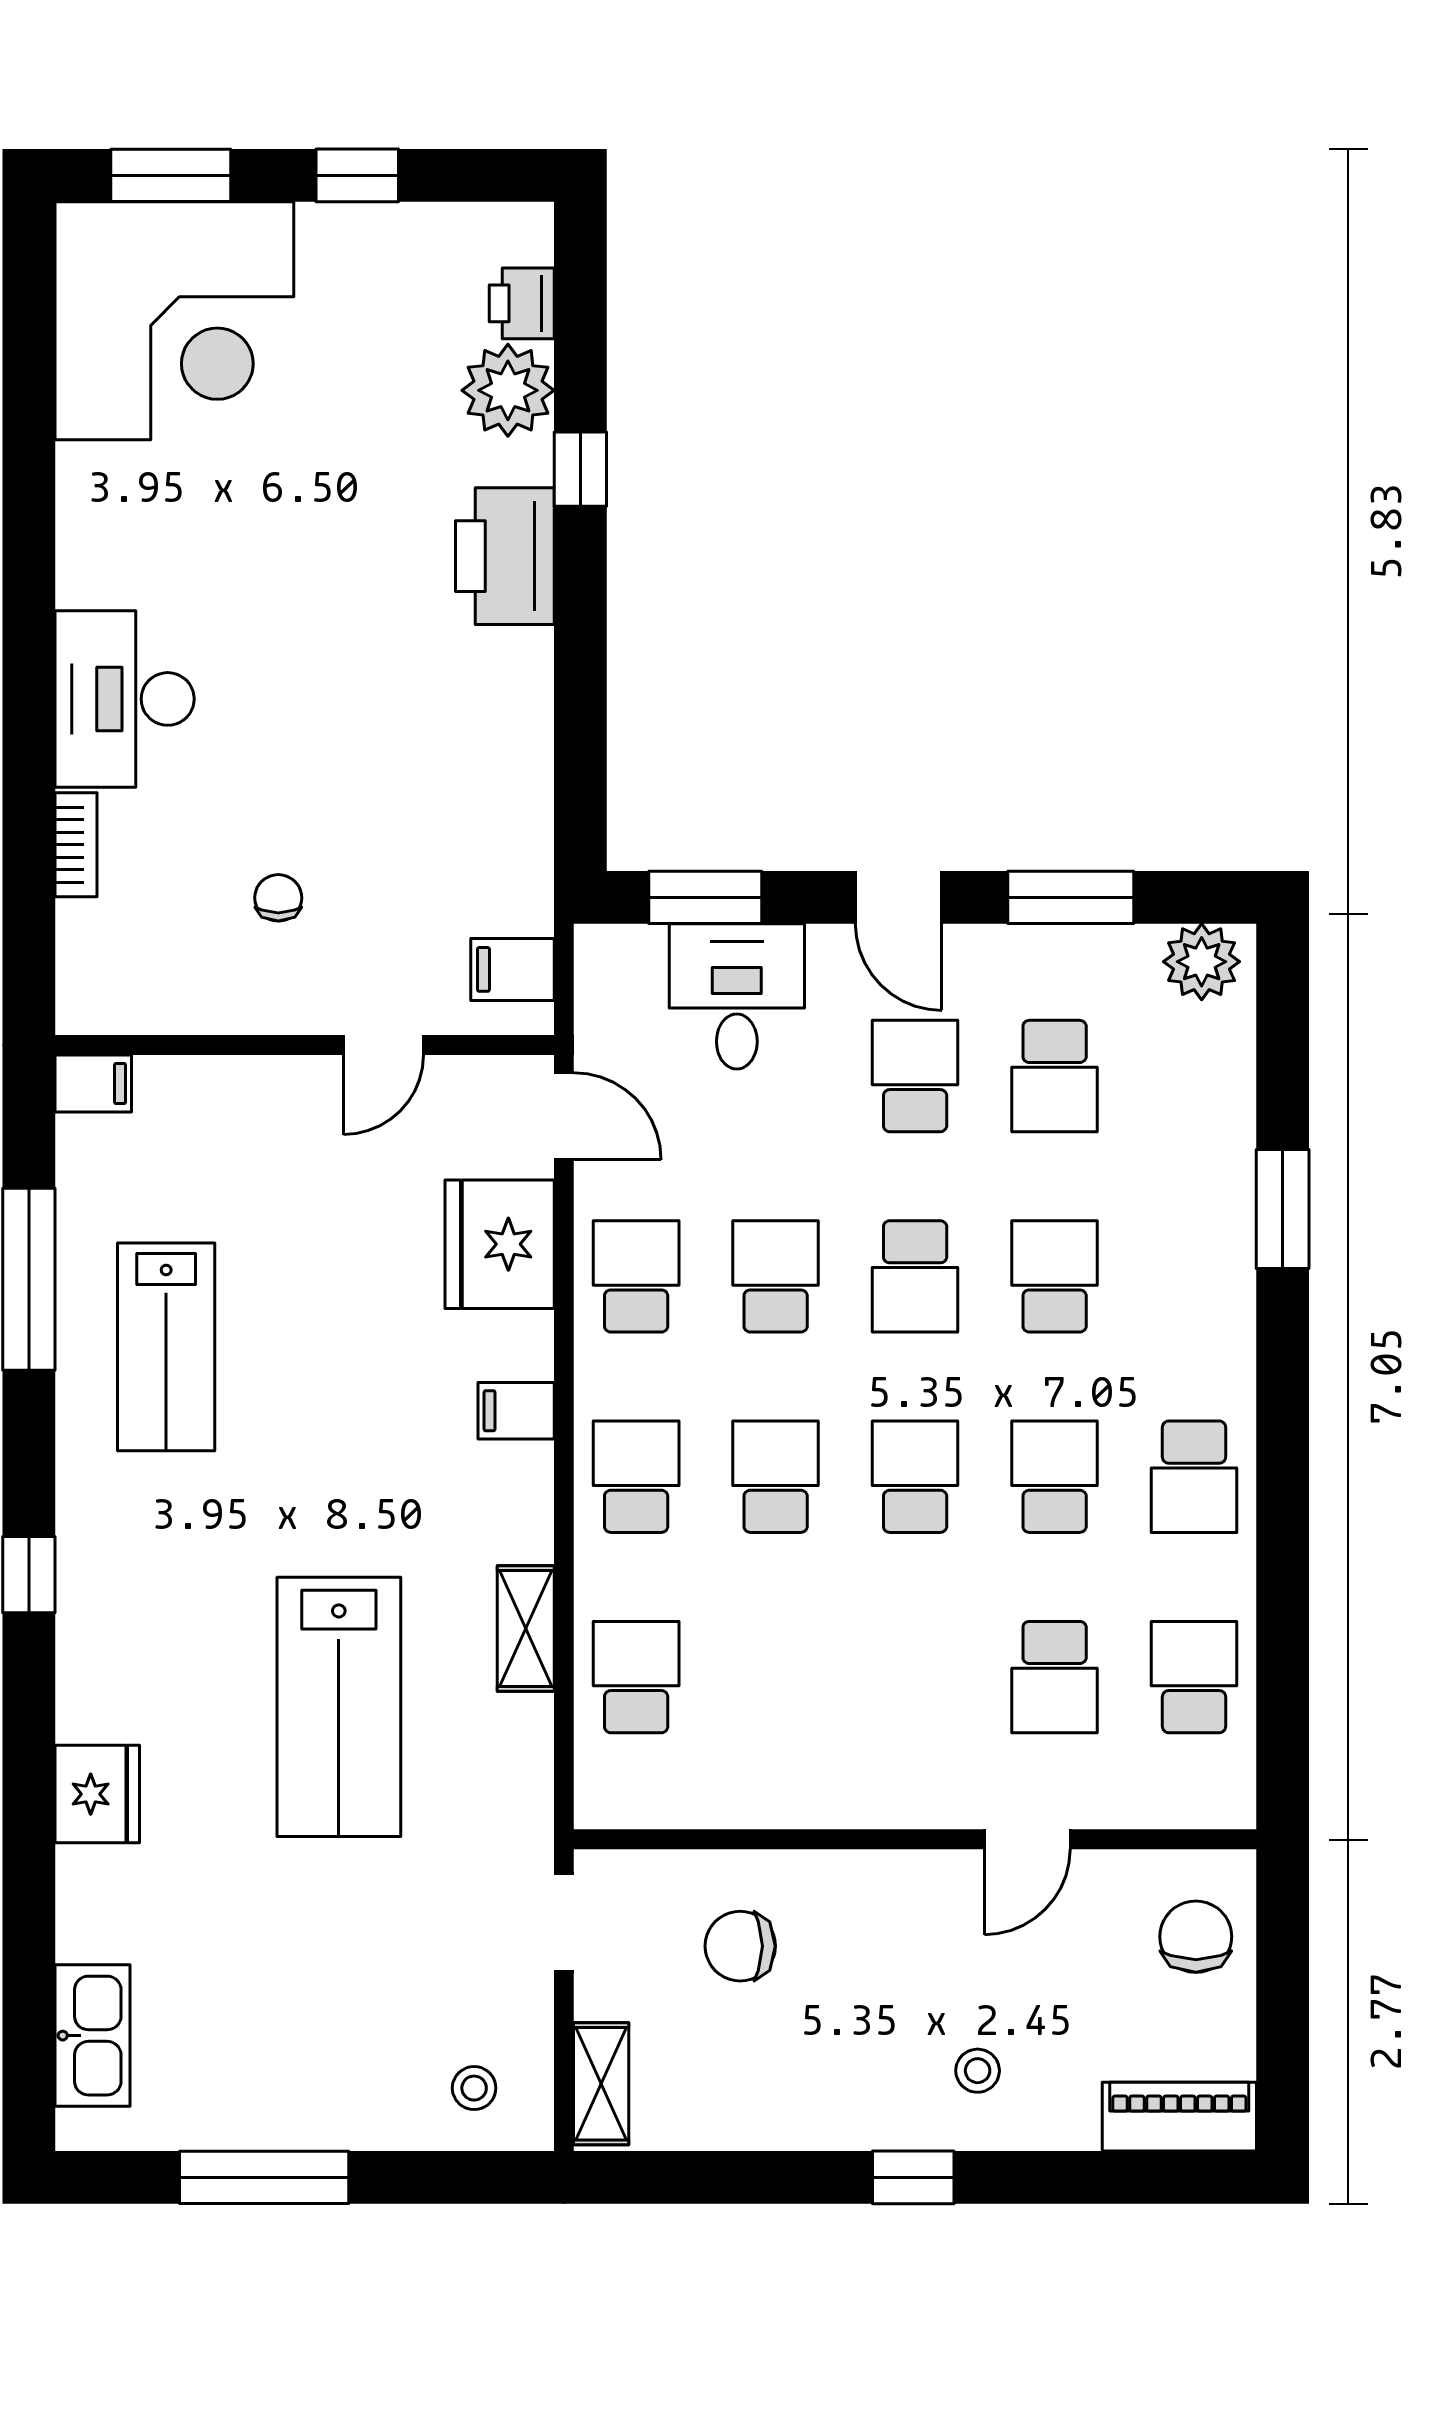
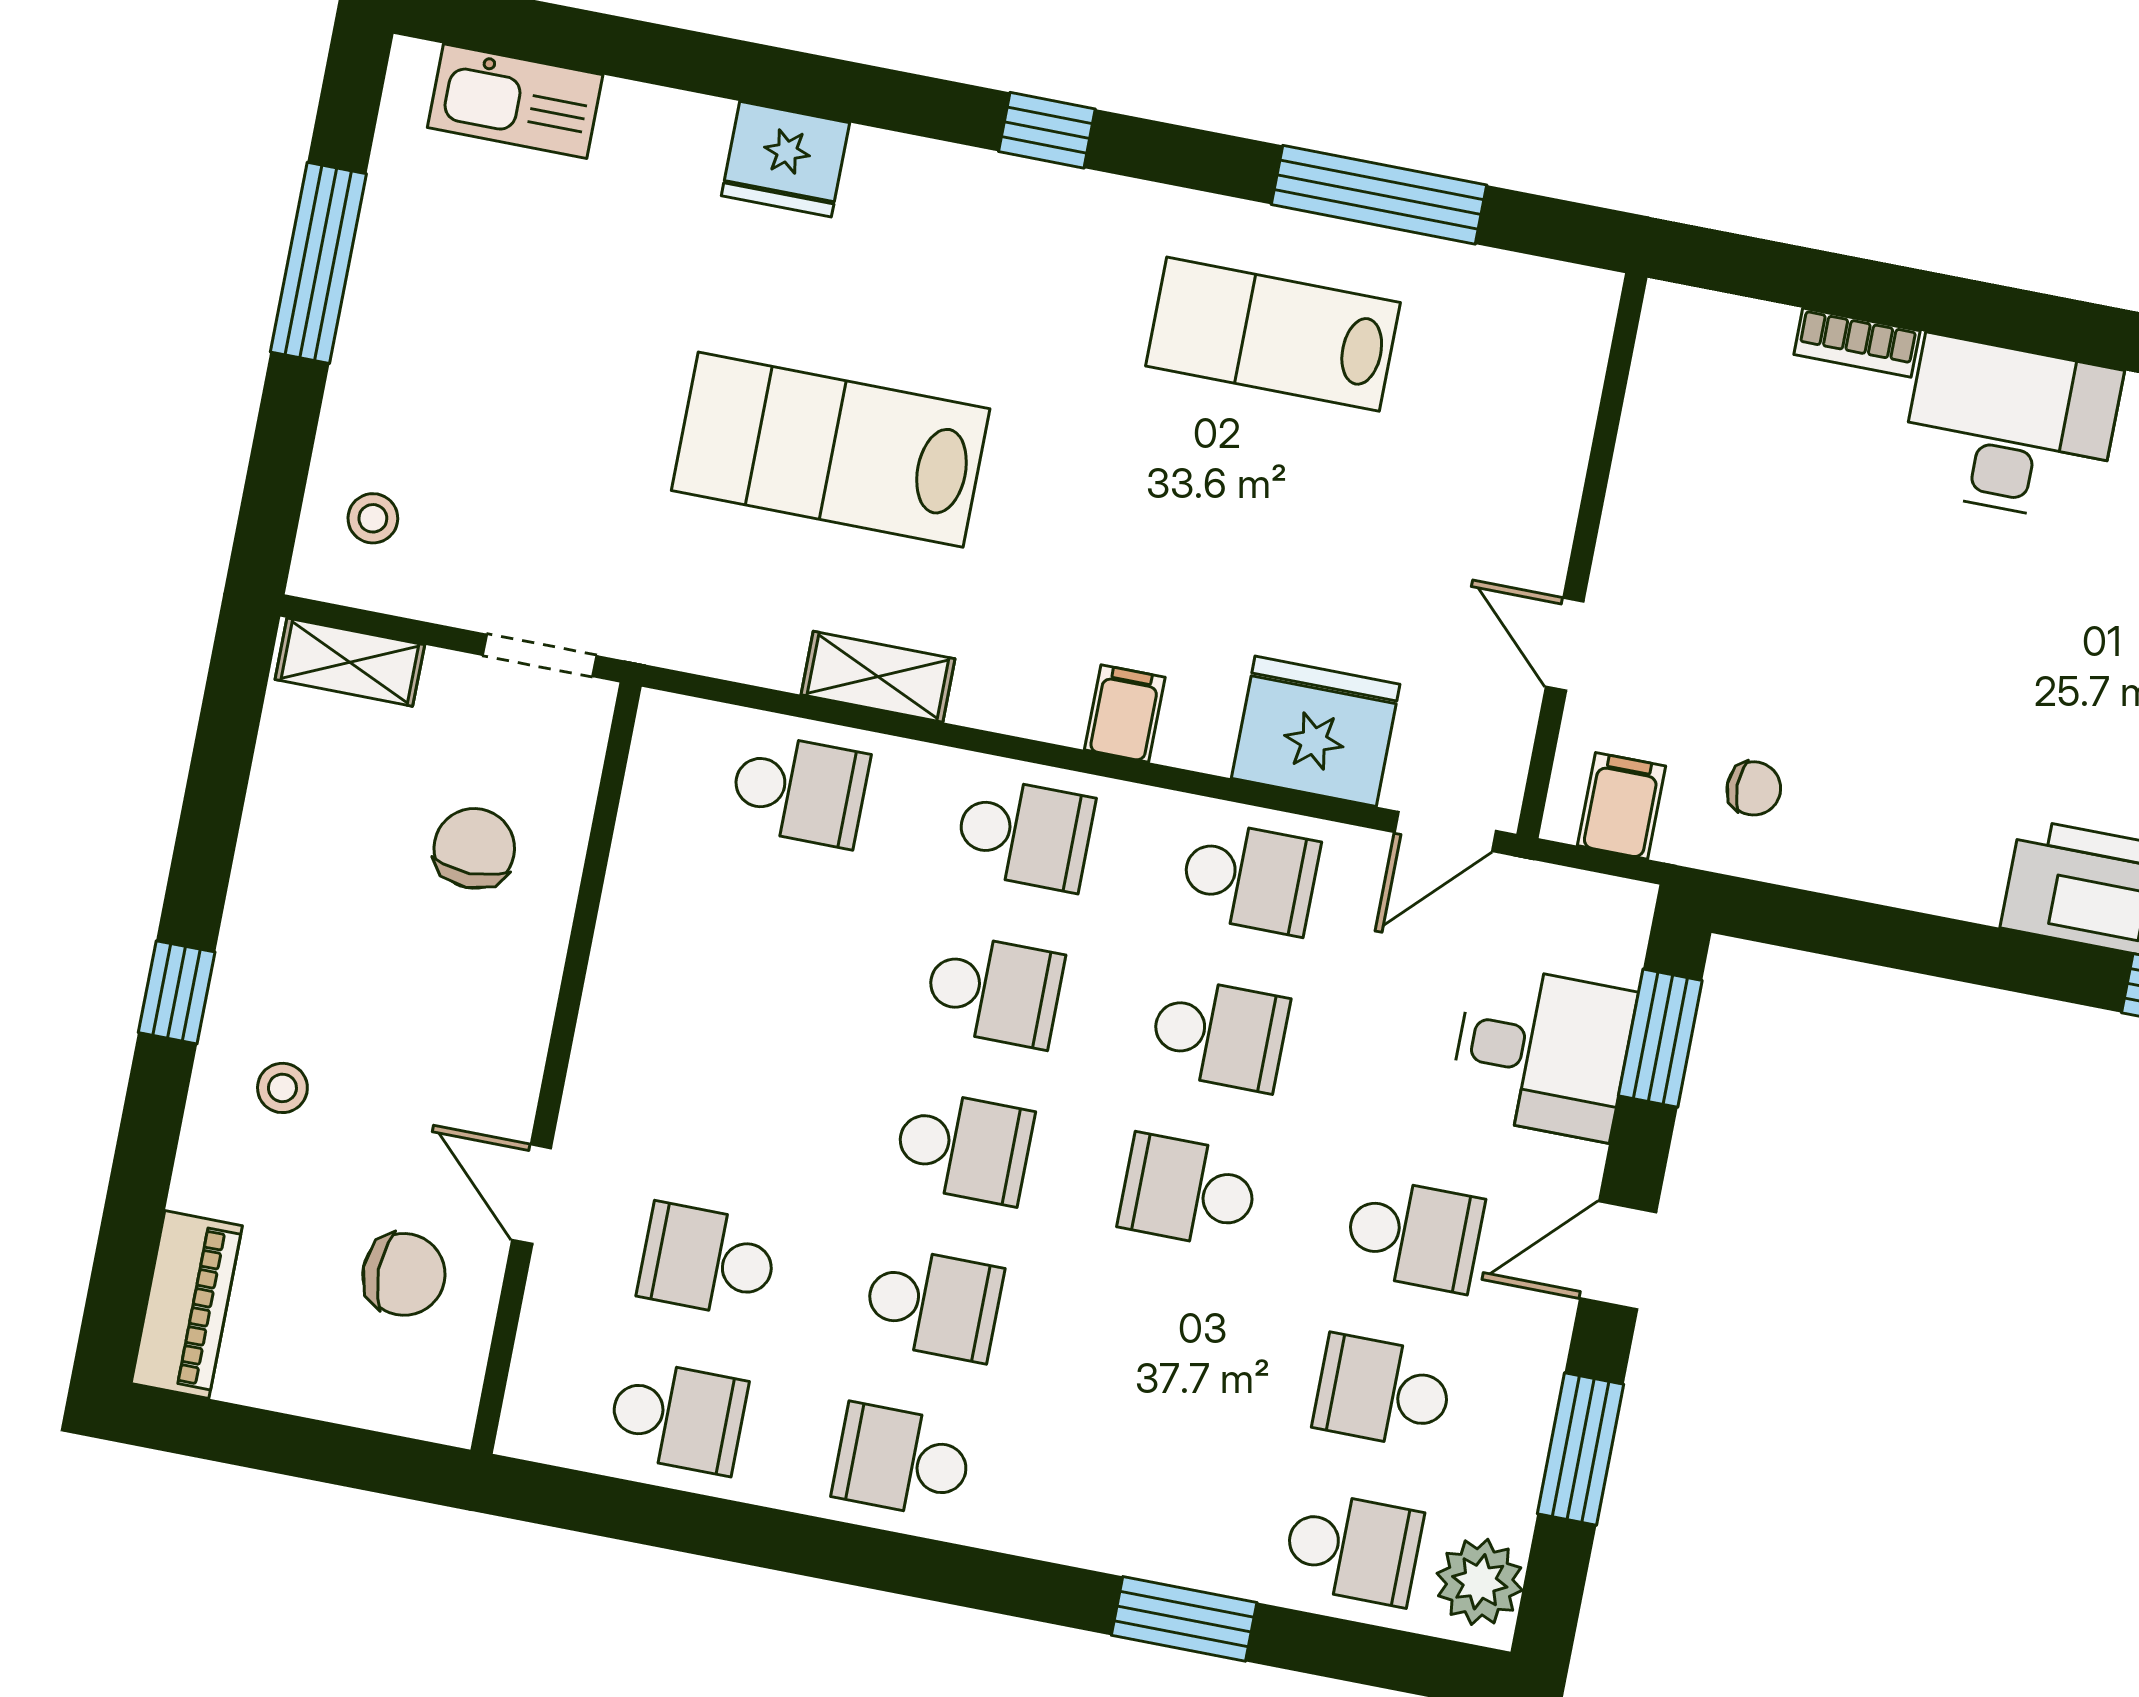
chair: (278, 898) -> (1754, 788), moved
filing cabinet: (93, 1084) -> (1585, 310), removed
school desk: (1055, 1276) -> (1353, 1548), moved
chair: (1196, 1937) -> (404, 1274), moved

